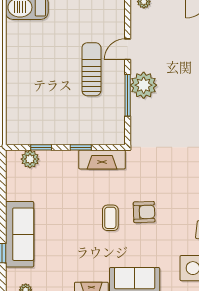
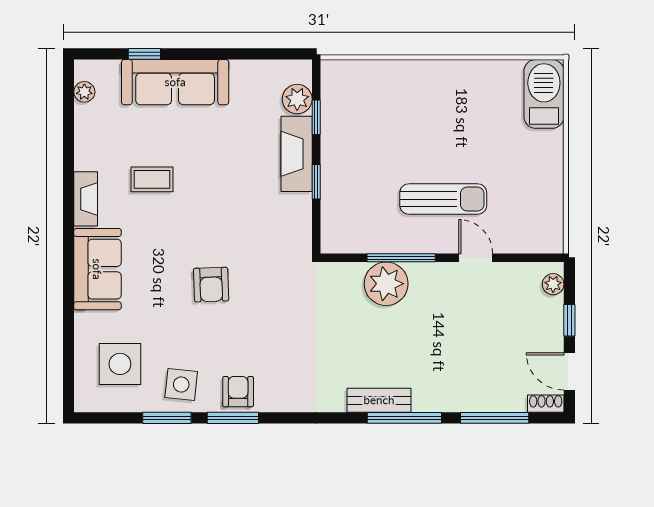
plant: (144, 85) -> (386, 284), moved
fireplace: (102, 159) -> (297, 154), moved
coffee table: (110, 218) -> (152, 179), moved

